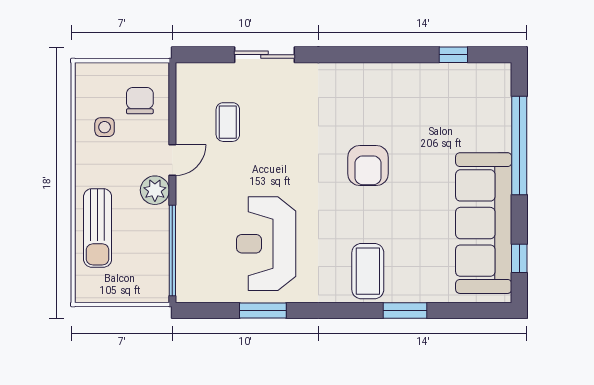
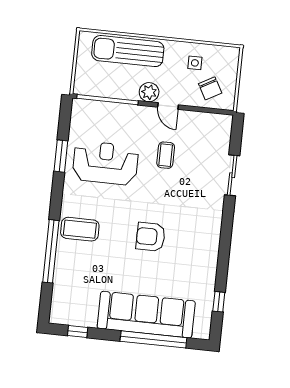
chair: (140, 101) -> (210, 88), turned 61
coffee table: (228, 122) -> (166, 155), moved, turned 90
sofa: (484, 223) -> (146, 315), moved
sun lounger: (98, 228) -> (128, 51), width x1.36, depth x1.34
window: (405, 311) -> (51, 251), width x2.11

